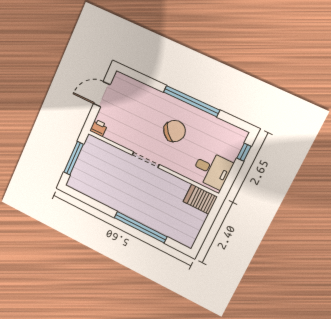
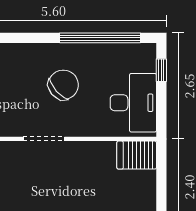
window: (191, 101) -> (100, 38), moved
desk: (212, 170) -> (133, 103), width x1.37

